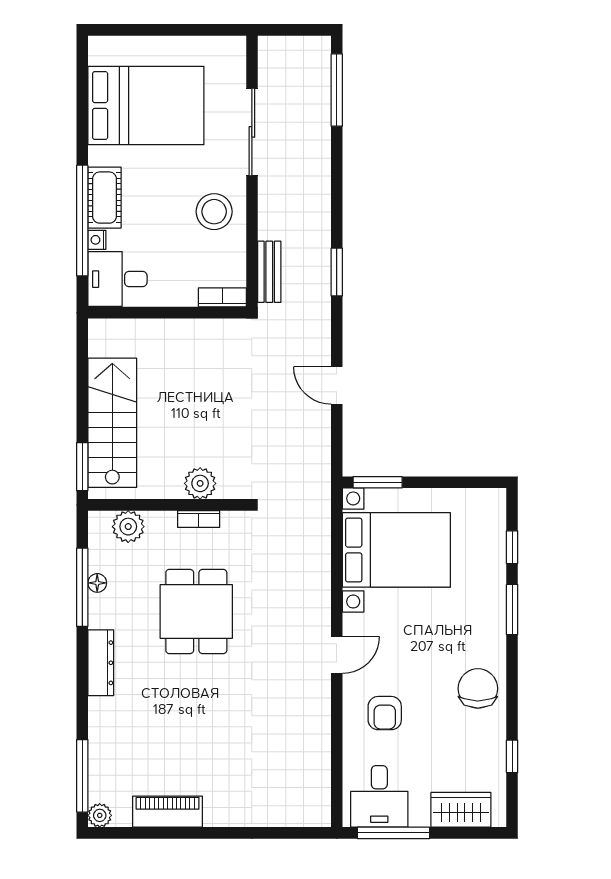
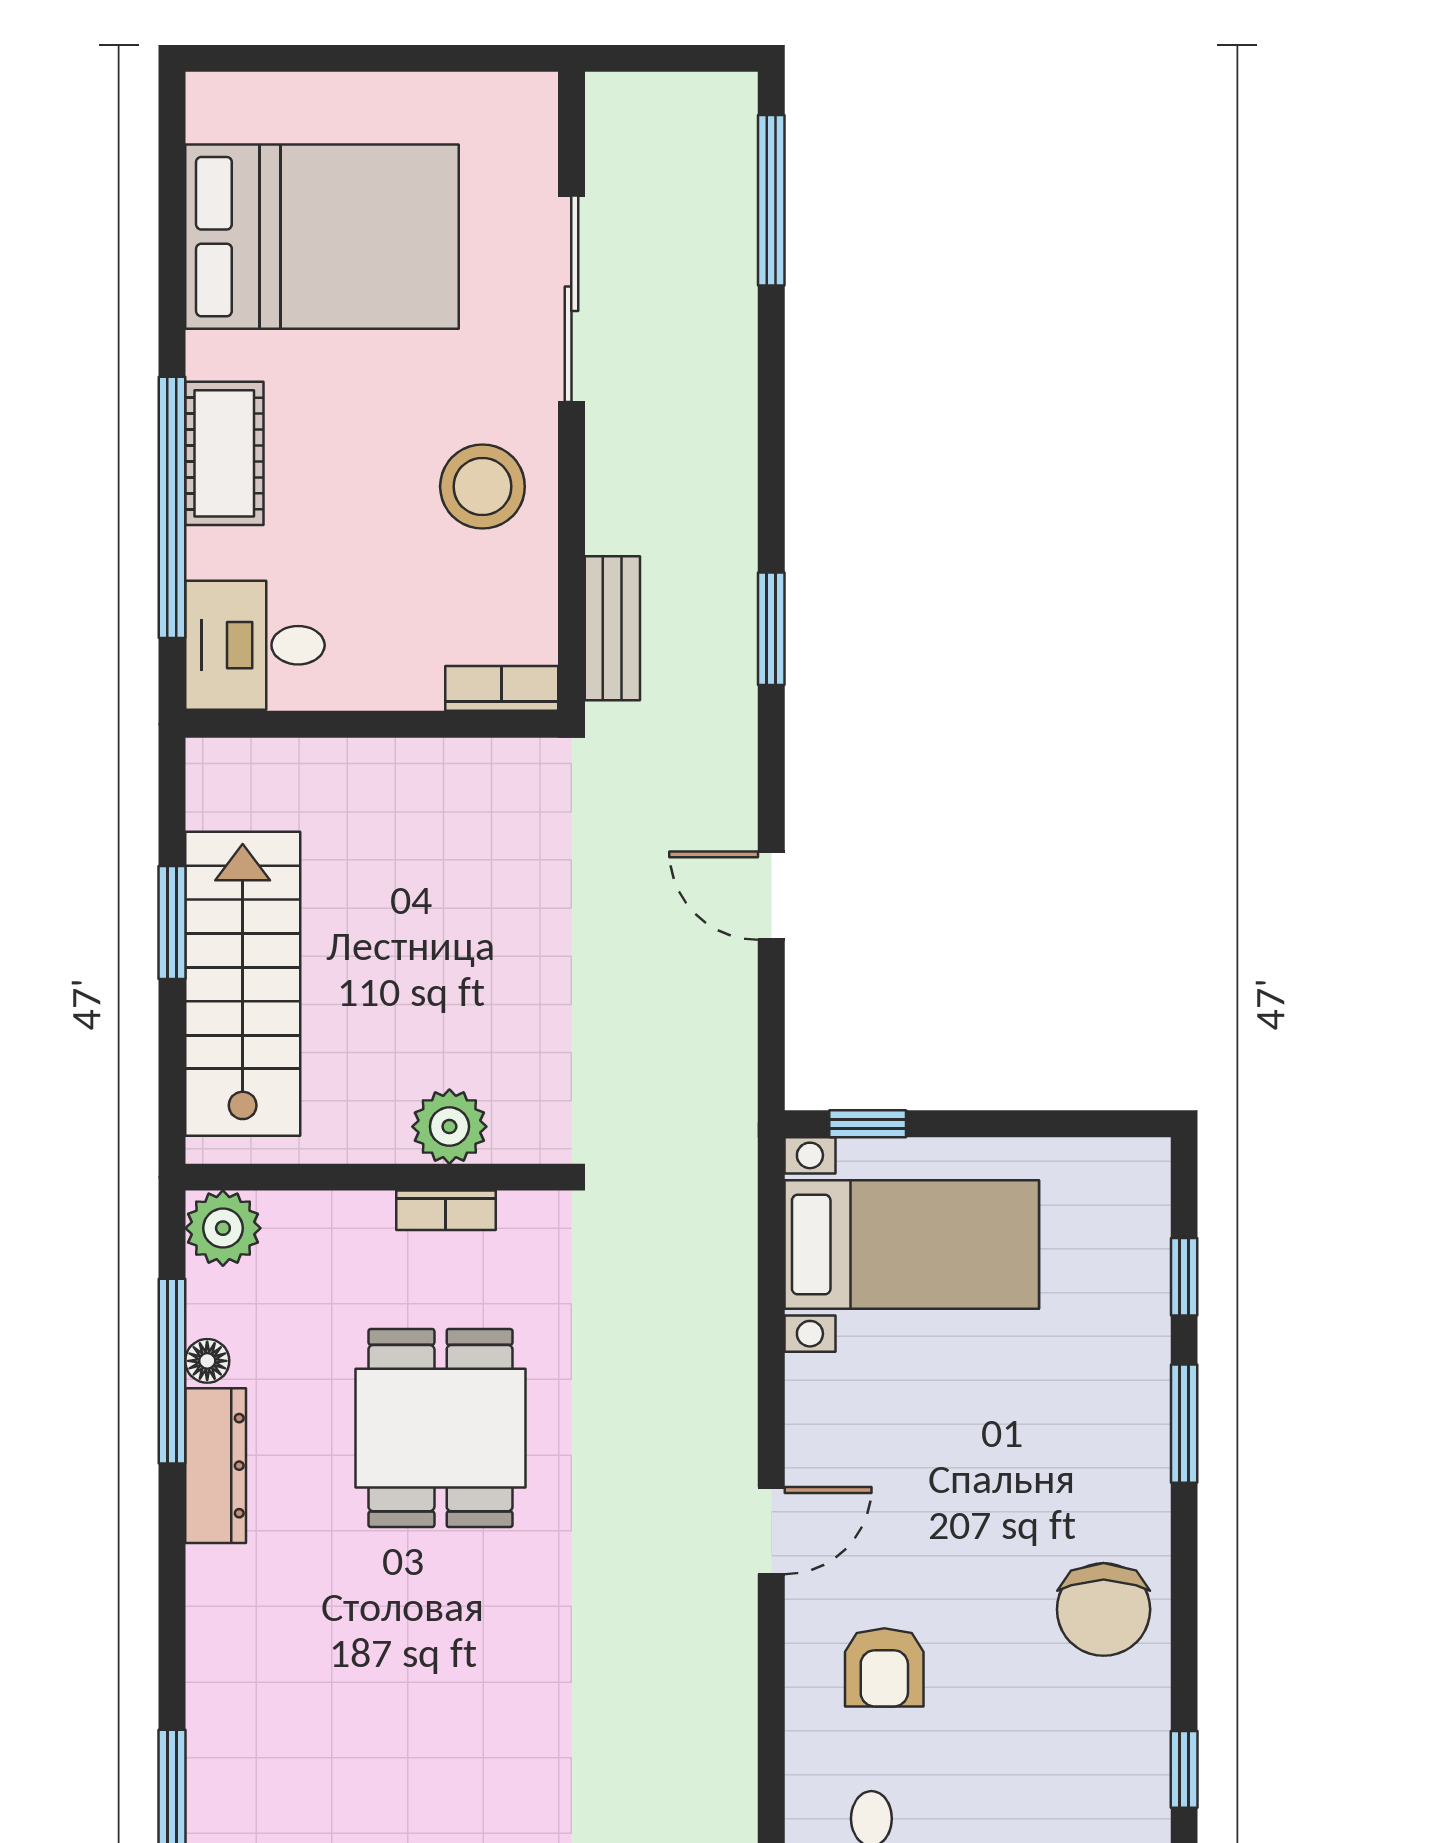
nightstand: (97, 240) -> (206, 553), removed
window: (82, 467) -> (172, 922), moved
window: (378, 482) -> (868, 1124), width x0.67
plant: (128, 527) -> (223, 1228), moved
bed with nightstands: (396, 550) -> (912, 1245), width x0.73
dresser: (101, 663) -> (216, 1466), moved
chair: (478, 688) -> (1104, 1609), turned 180

